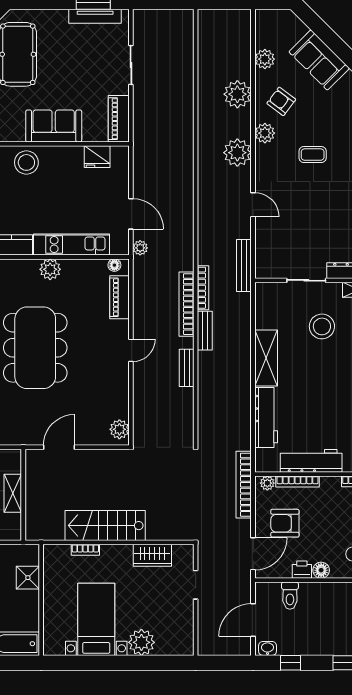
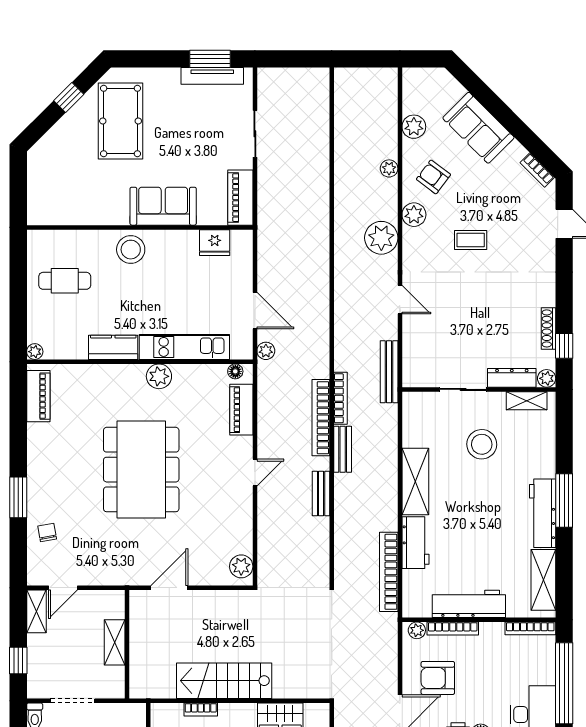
plant: (237, 94) -> (389, 168), width x0.53, depth x0.53
workbench: (266, 418) -> (415, 543), width x0.73
bookcase: (244, 485) -> (389, 572), moved

